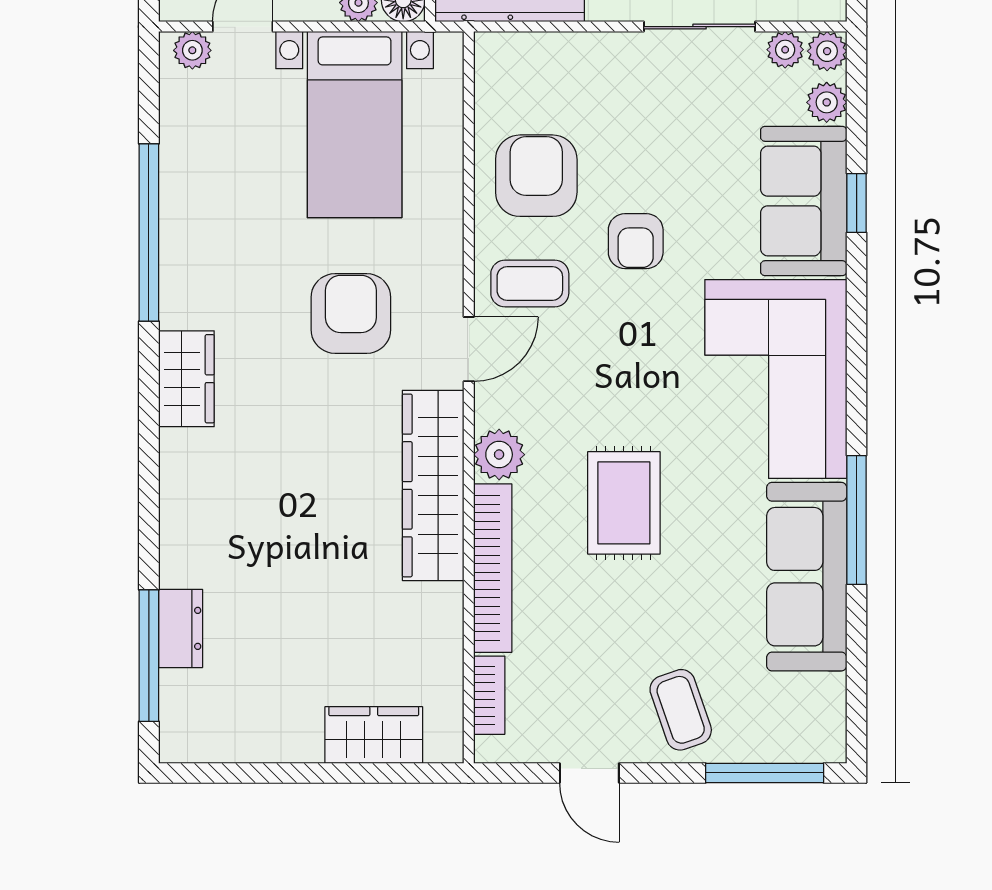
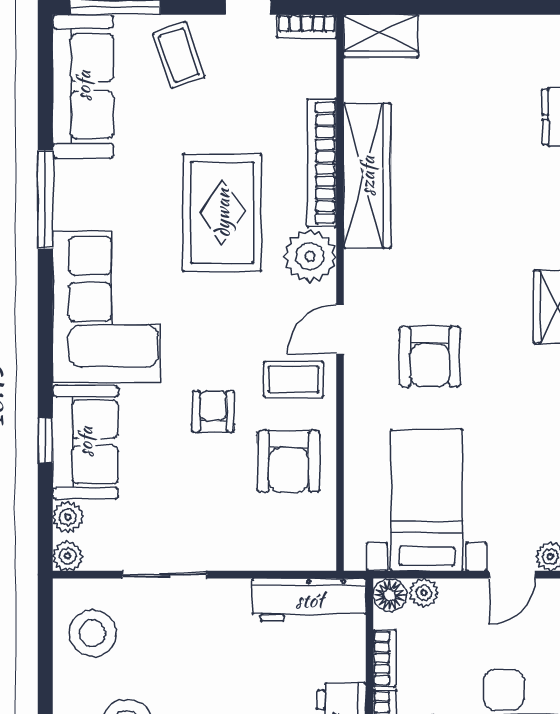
plant: (785, 50) -> (99, 557), removed
plant: (499, 455) -> (310, 256), width x1.36, depth x1.36
wardrobe: (433, 485) -> (367, 176), moved
rug: (624, 503) -> (222, 213), width x1.36, depth x1.43
sofa: (807, 577) -> (83, 86), moved
bookcase: (489, 695) -> (307, 26), moved, turned -90
wardrobe: (374, 735) -> (381, 36), moved

